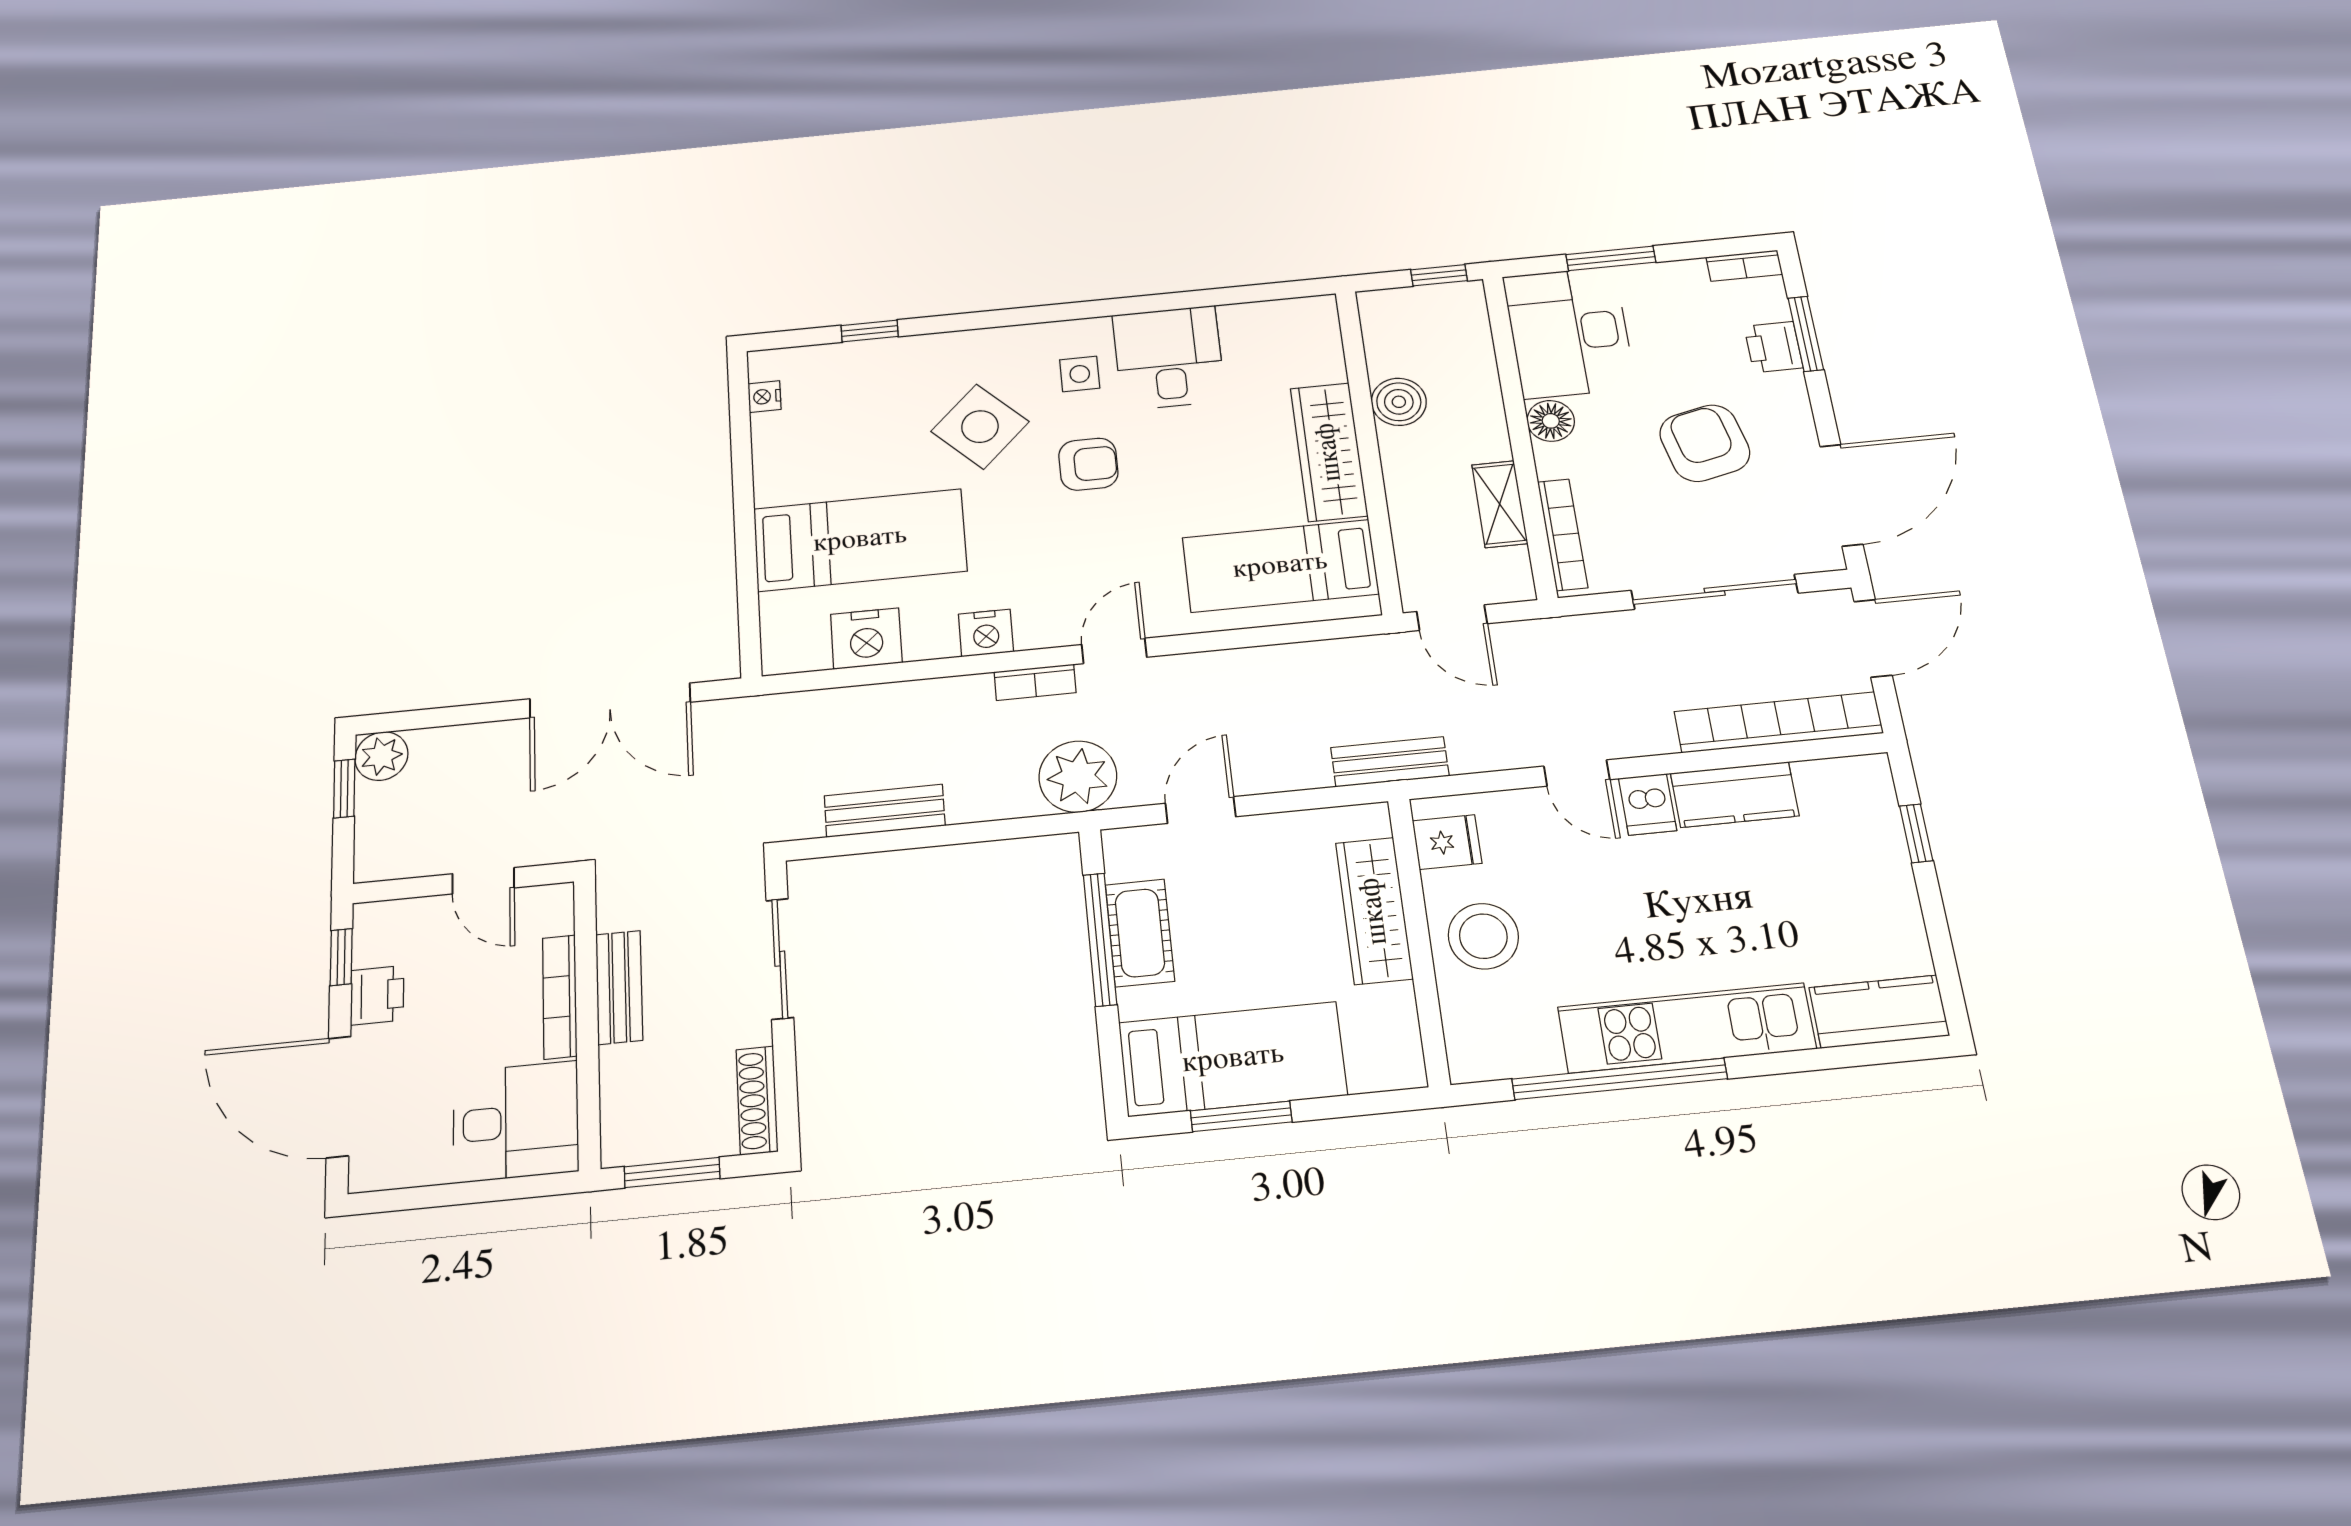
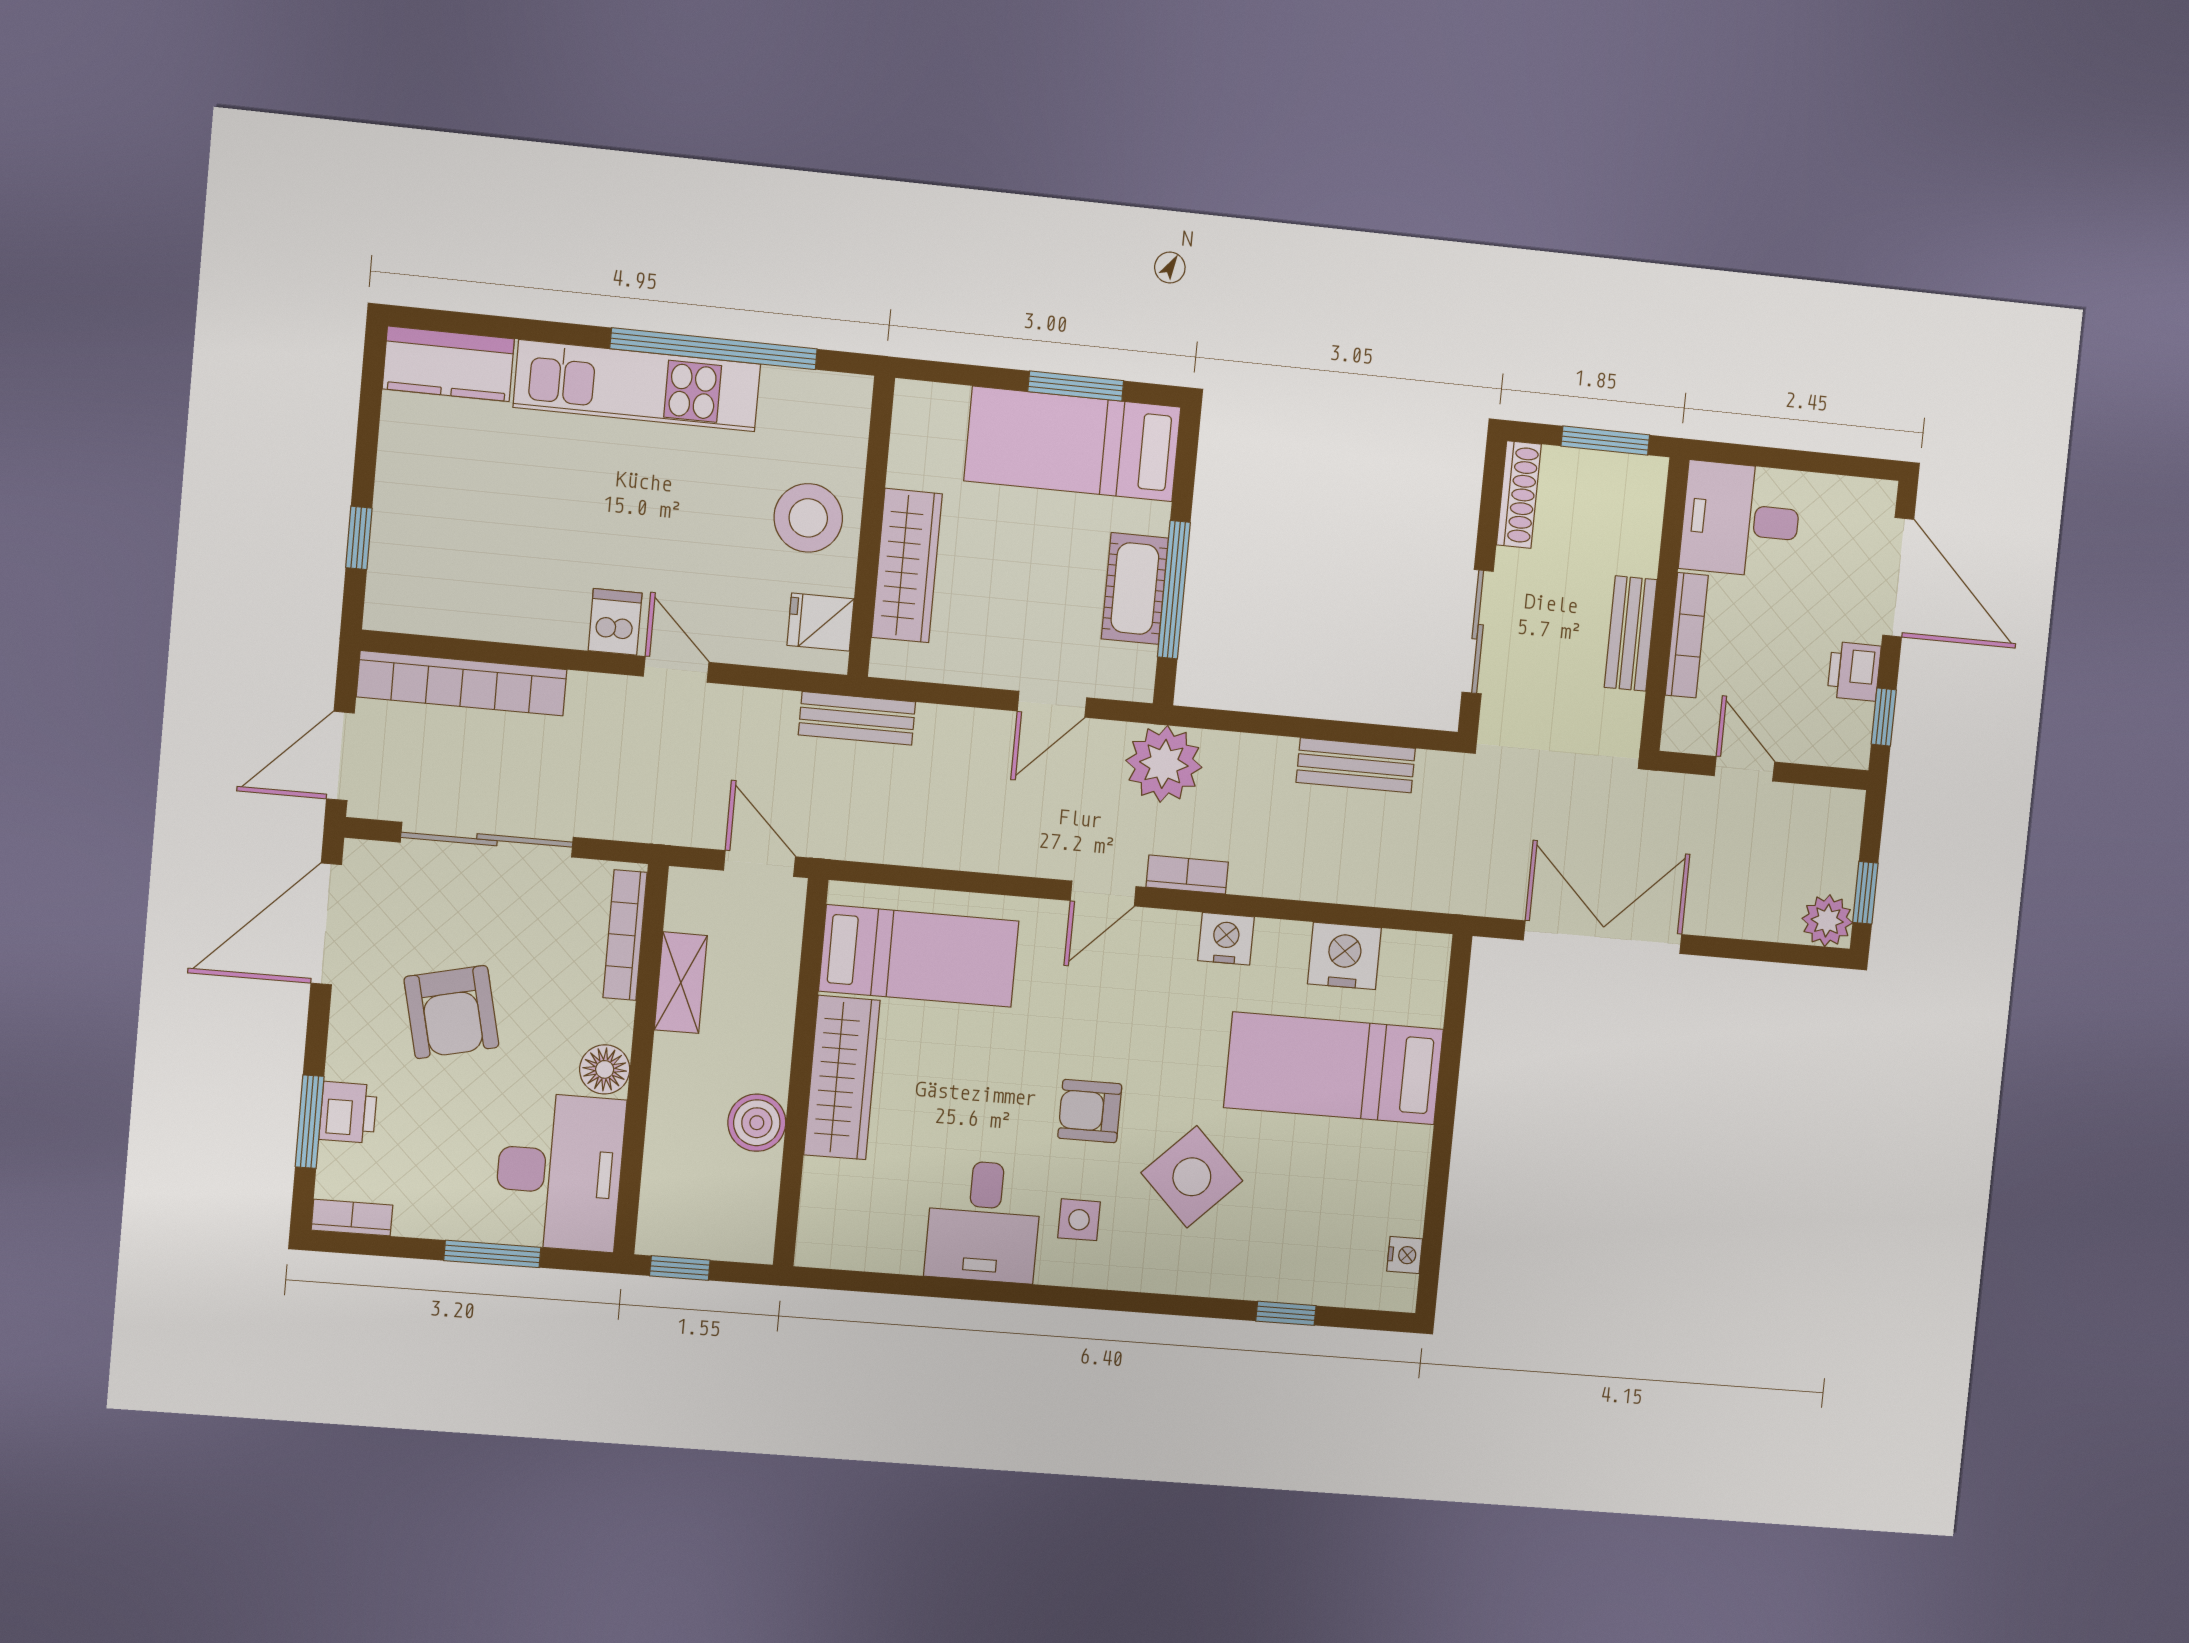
kitchen counter: (1735, 795) -> (526, 615), removed

